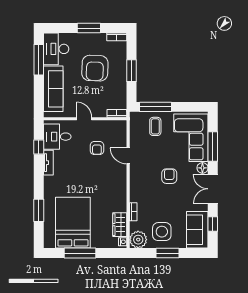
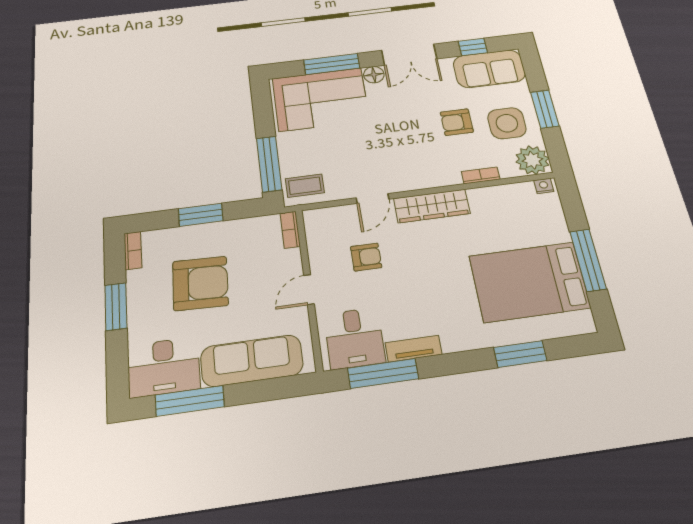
coffee table: (155, 126) -> (305, 186), moved
window: (39, 147) -> (383, 373), width x2.17
armchair: (169, 176) -> (457, 122), moved
wardrobe: (120, 225) -> (432, 206), moved, width x1.50

